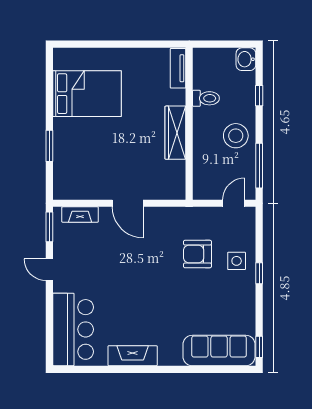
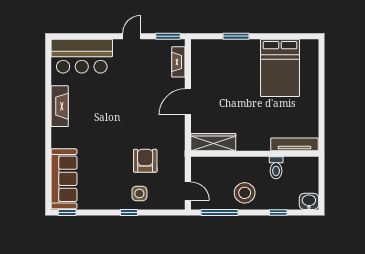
tv unit: (178, 68) -> (294, 144), width x1.41
wardrobe: (175, 133) -> (213, 142), moved

